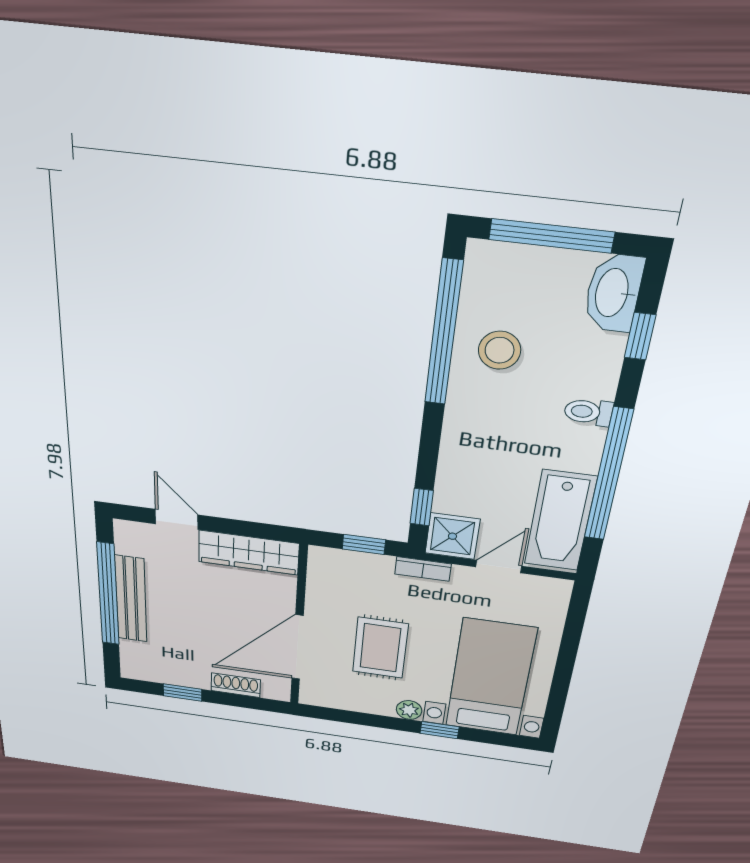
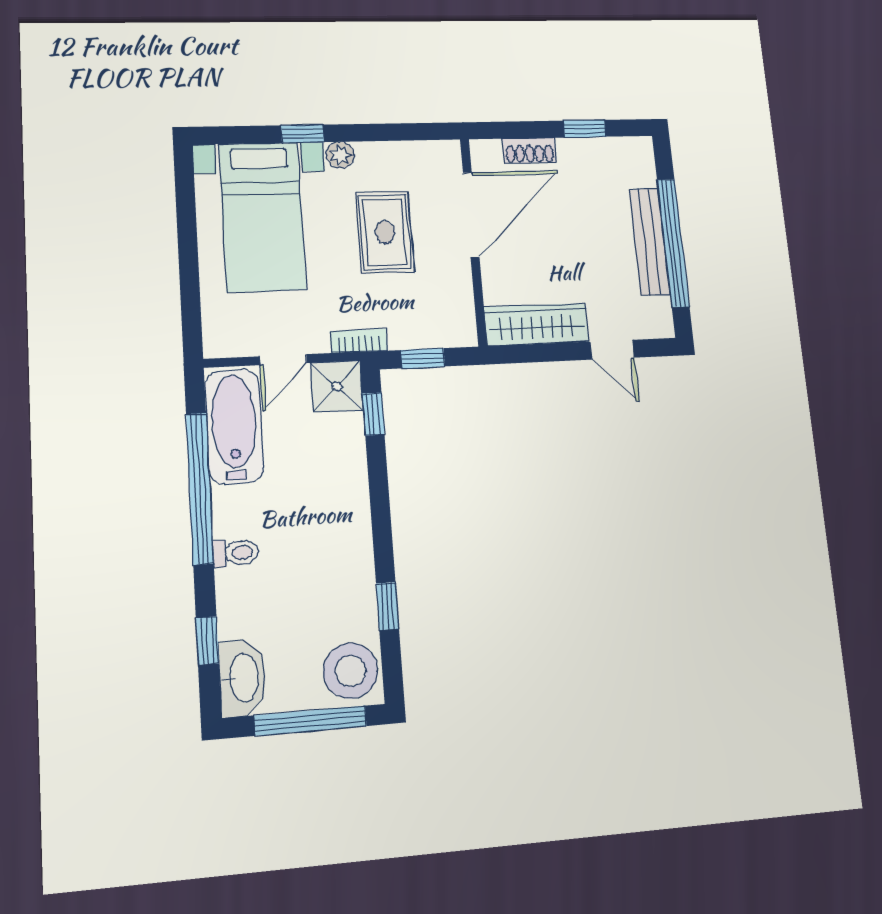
window: (444, 333) -> (388, 606), width x0.32
stool: (500, 350) -> (350, 671), moved, width x1.38, depth x1.38

